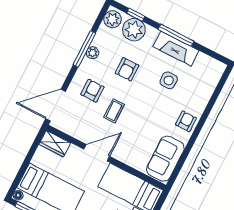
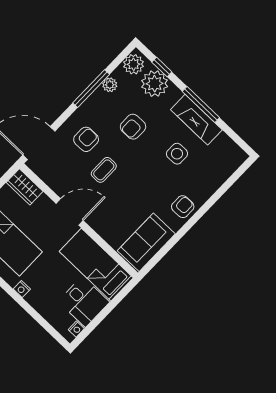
plant: (93, 53) -> (110, 85), moved

